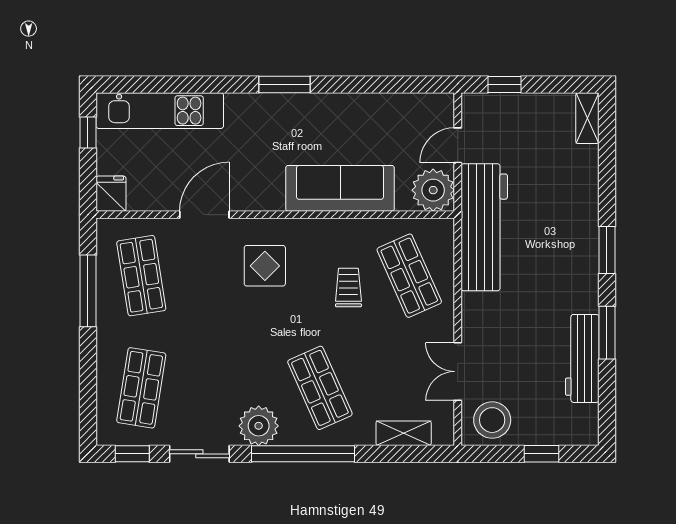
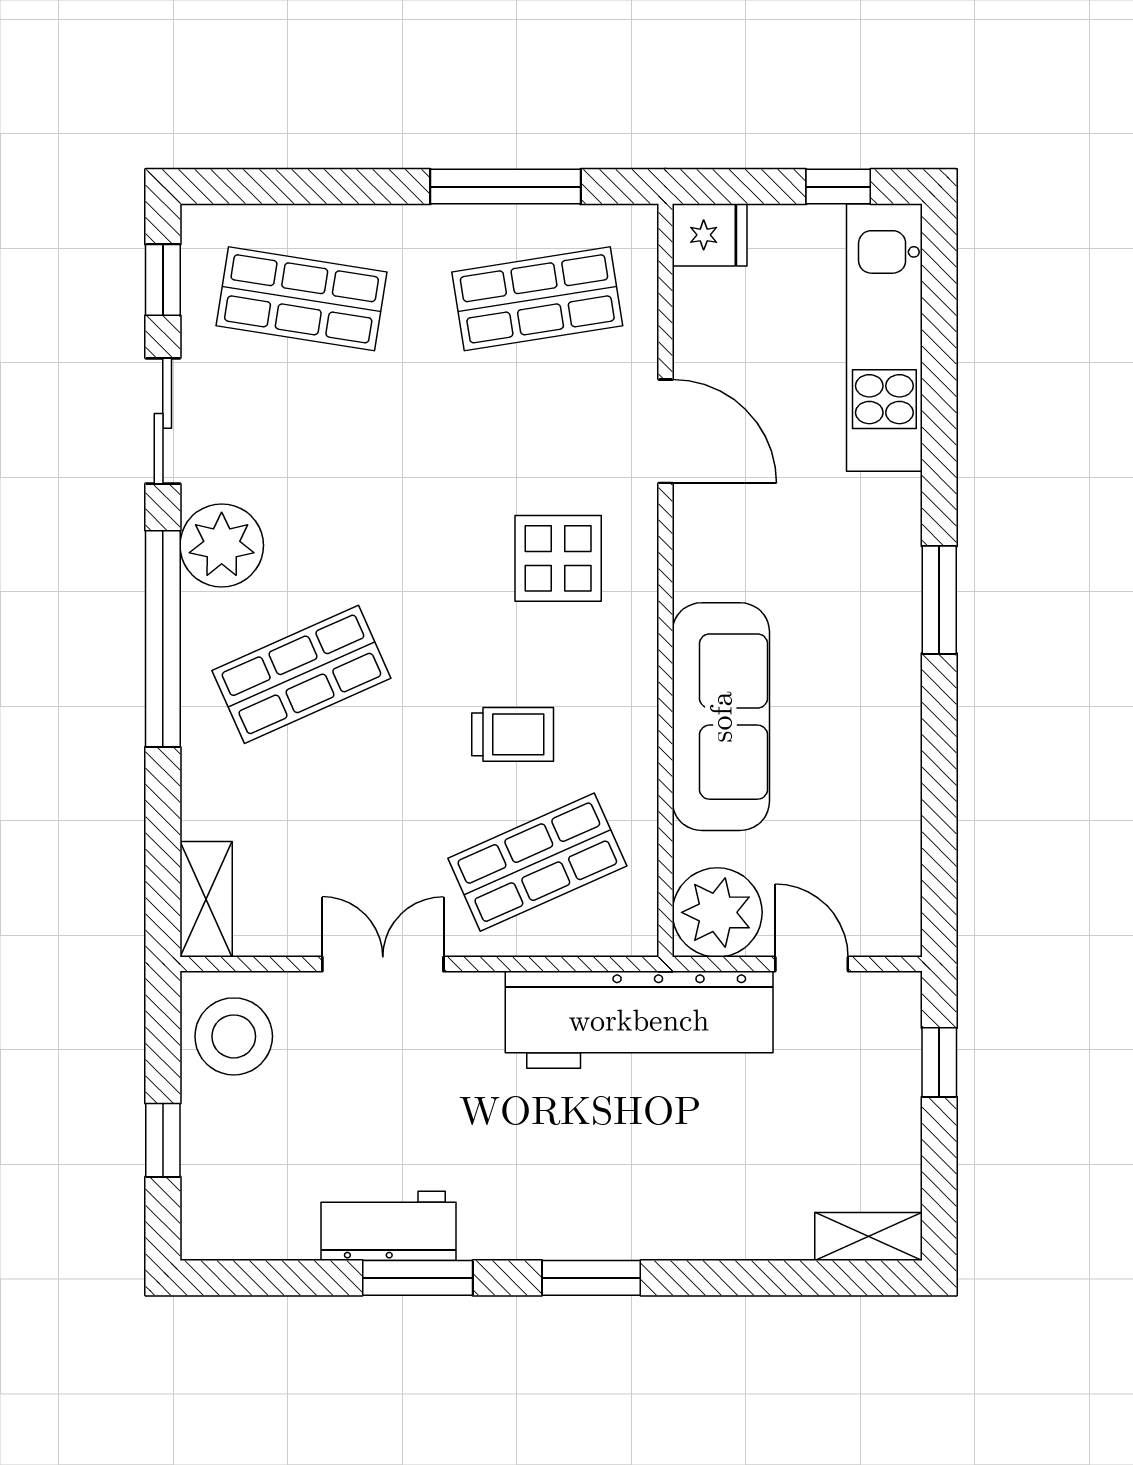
workbench: (582, 358) -> (389, 1226), width x0.73
double door: (458, 372) -> (383, 964), moved
shelving: (404, 433) -> (206, 899), moved

